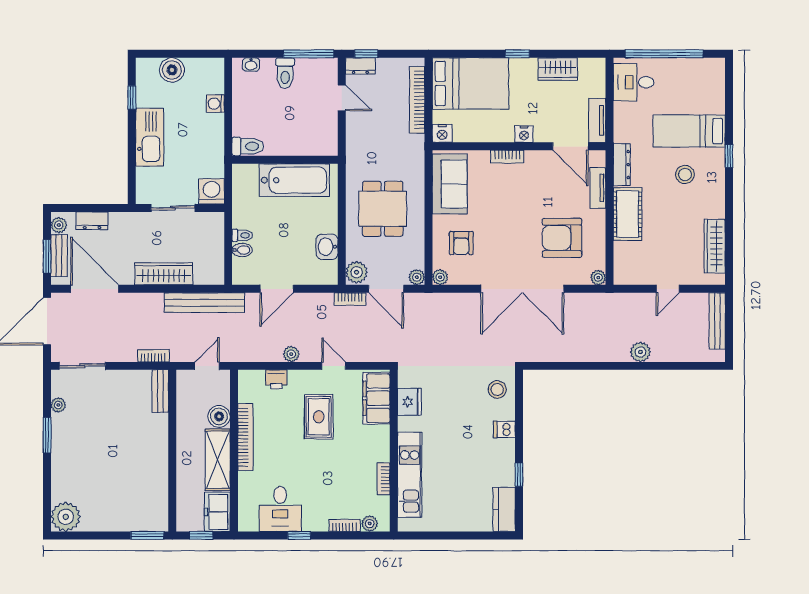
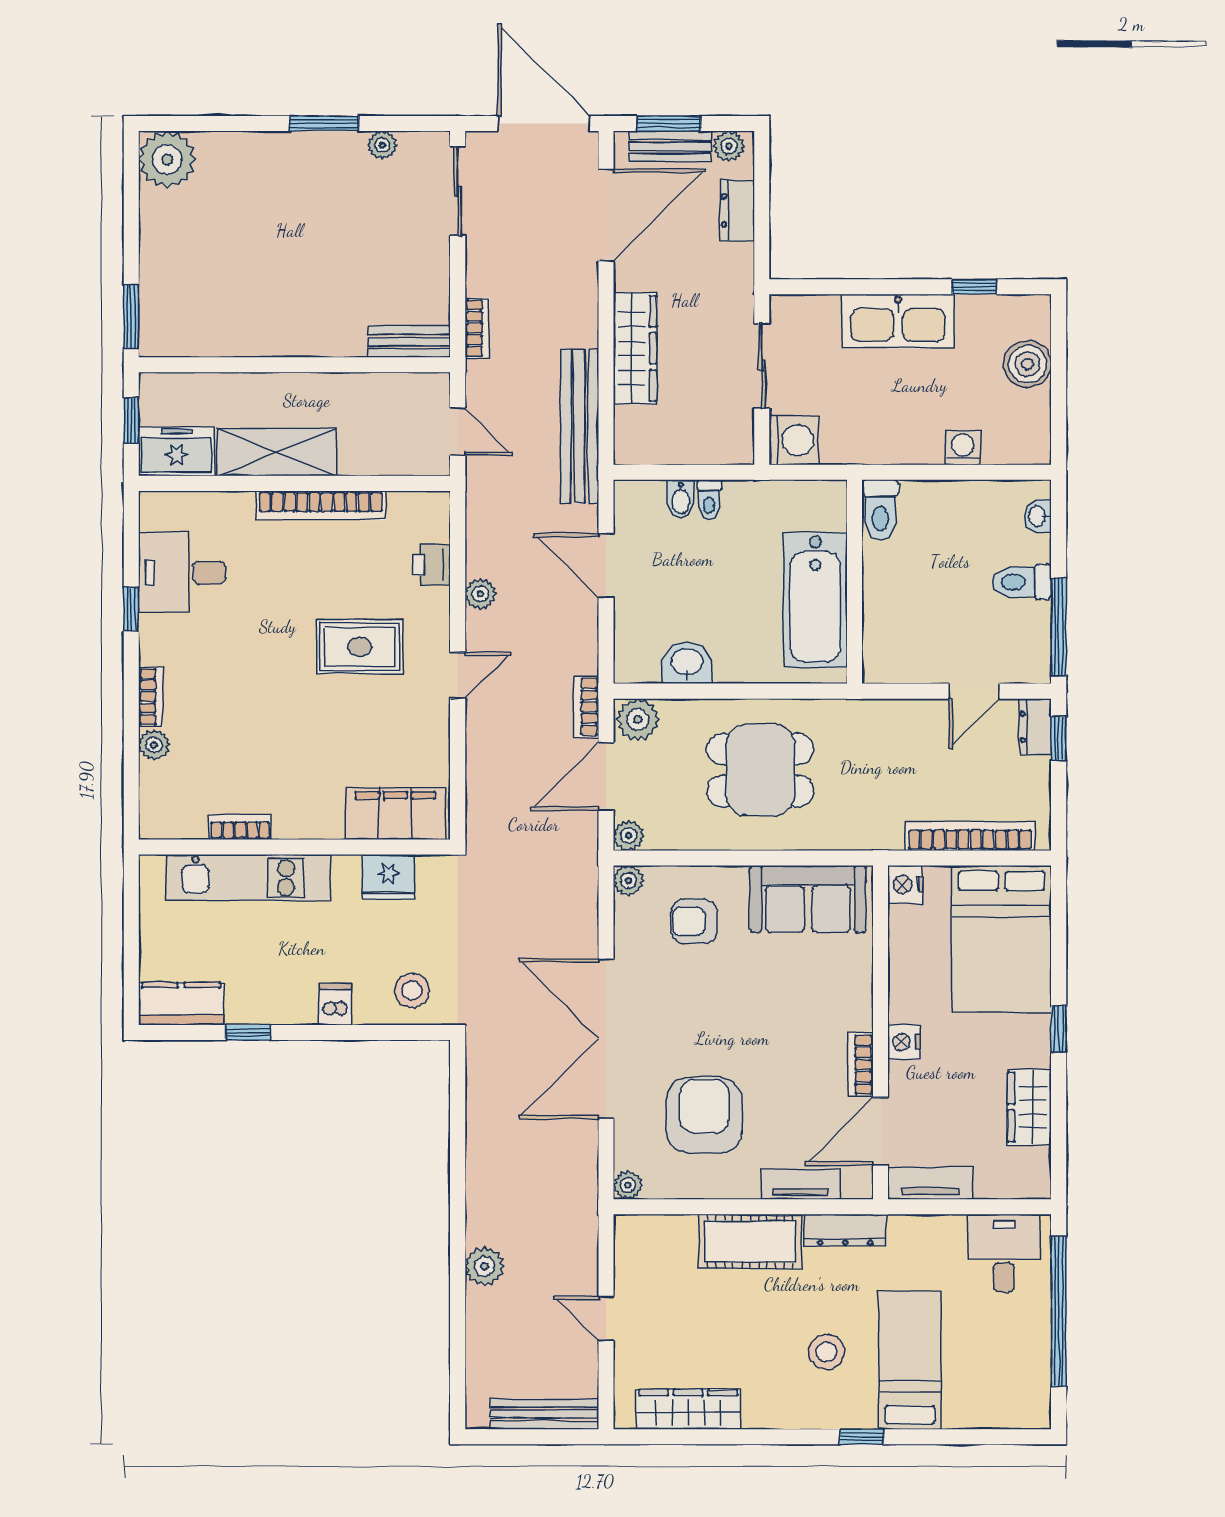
bookcase: (507, 157) -> (860, 1065), moved
filing cabinet: (376, 398) -> (395, 814), moved
fridge: (409, 402) -> (388, 877), moved
boiler: (219, 416) -> (360, 455), removed
wall: (394, 451) -> (294, 847), moved
kitchen unit: (410, 475) -> (248, 878), moved
bookcase: (383, 479) -> (240, 827), moved

